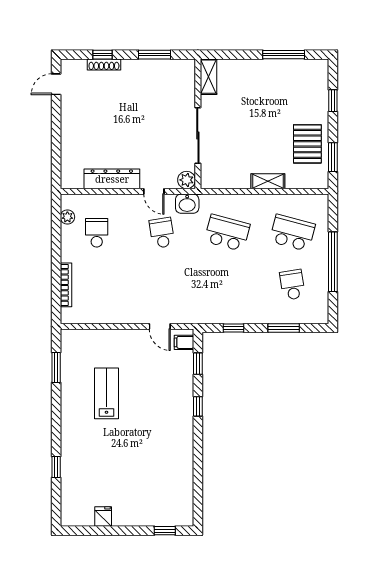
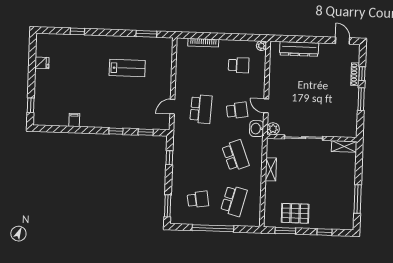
window: (154, 55) -> (361, 99), moved
dresser: (112, 179) -> (299, 49), moved, turned 90
shelving: (268, 181) -> (271, 169), moved
door: (154, 191) -> (266, 106), hinge flipped
plant: (67, 217) -> (261, 46), moved
school desk: (227, 233) -> (235, 156), turned -36
school desk: (162, 285) -> (201, 109), added
window: (284, 328) -> (168, 206), moved
filing cabinet: (184, 342) -> (74, 120), moved

